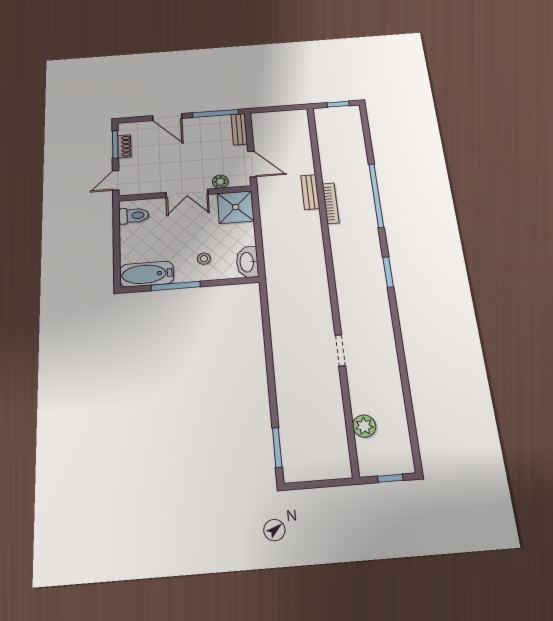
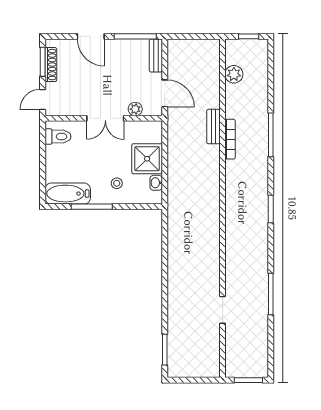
shoe rack: (124, 146) -> (51, 65), width x1.43
window: (376, 195) -> (271, 135), width x0.68
shower: (236, 207) -> (147, 159), moved
washbasin: (247, 262) -> (156, 183), width x0.52, depth x0.69
doorway: (340, 350) -> (223, 310), moved
window: (403, 368) -> (271, 294), added
plant: (364, 426) -> (234, 74), moved
window: (390, 478) -> (248, 380), width x1.50

